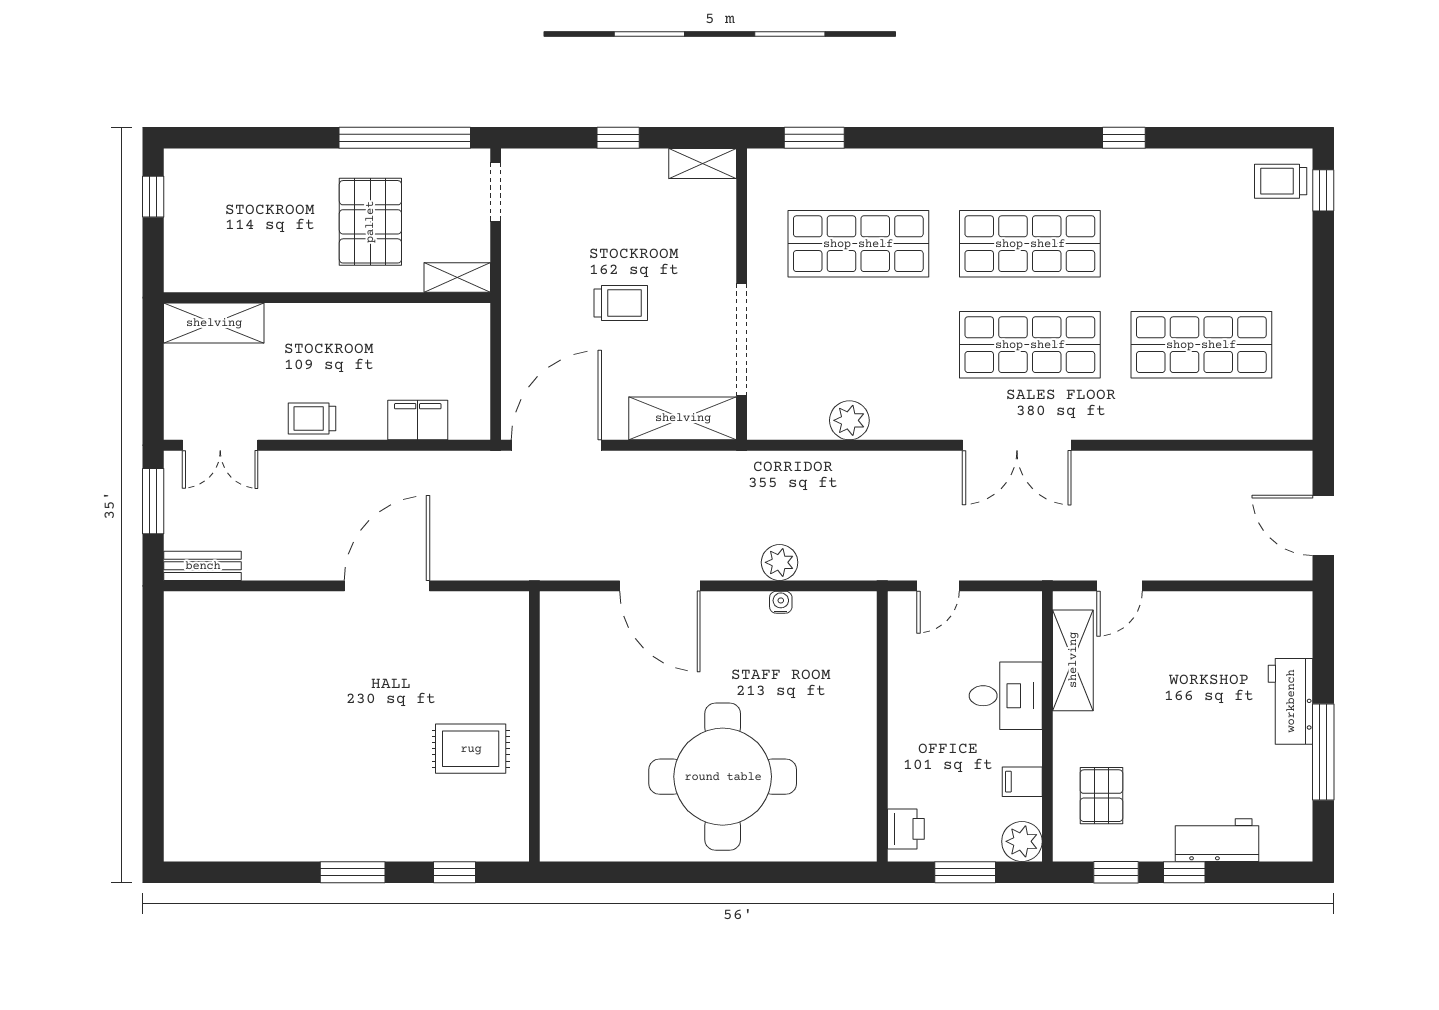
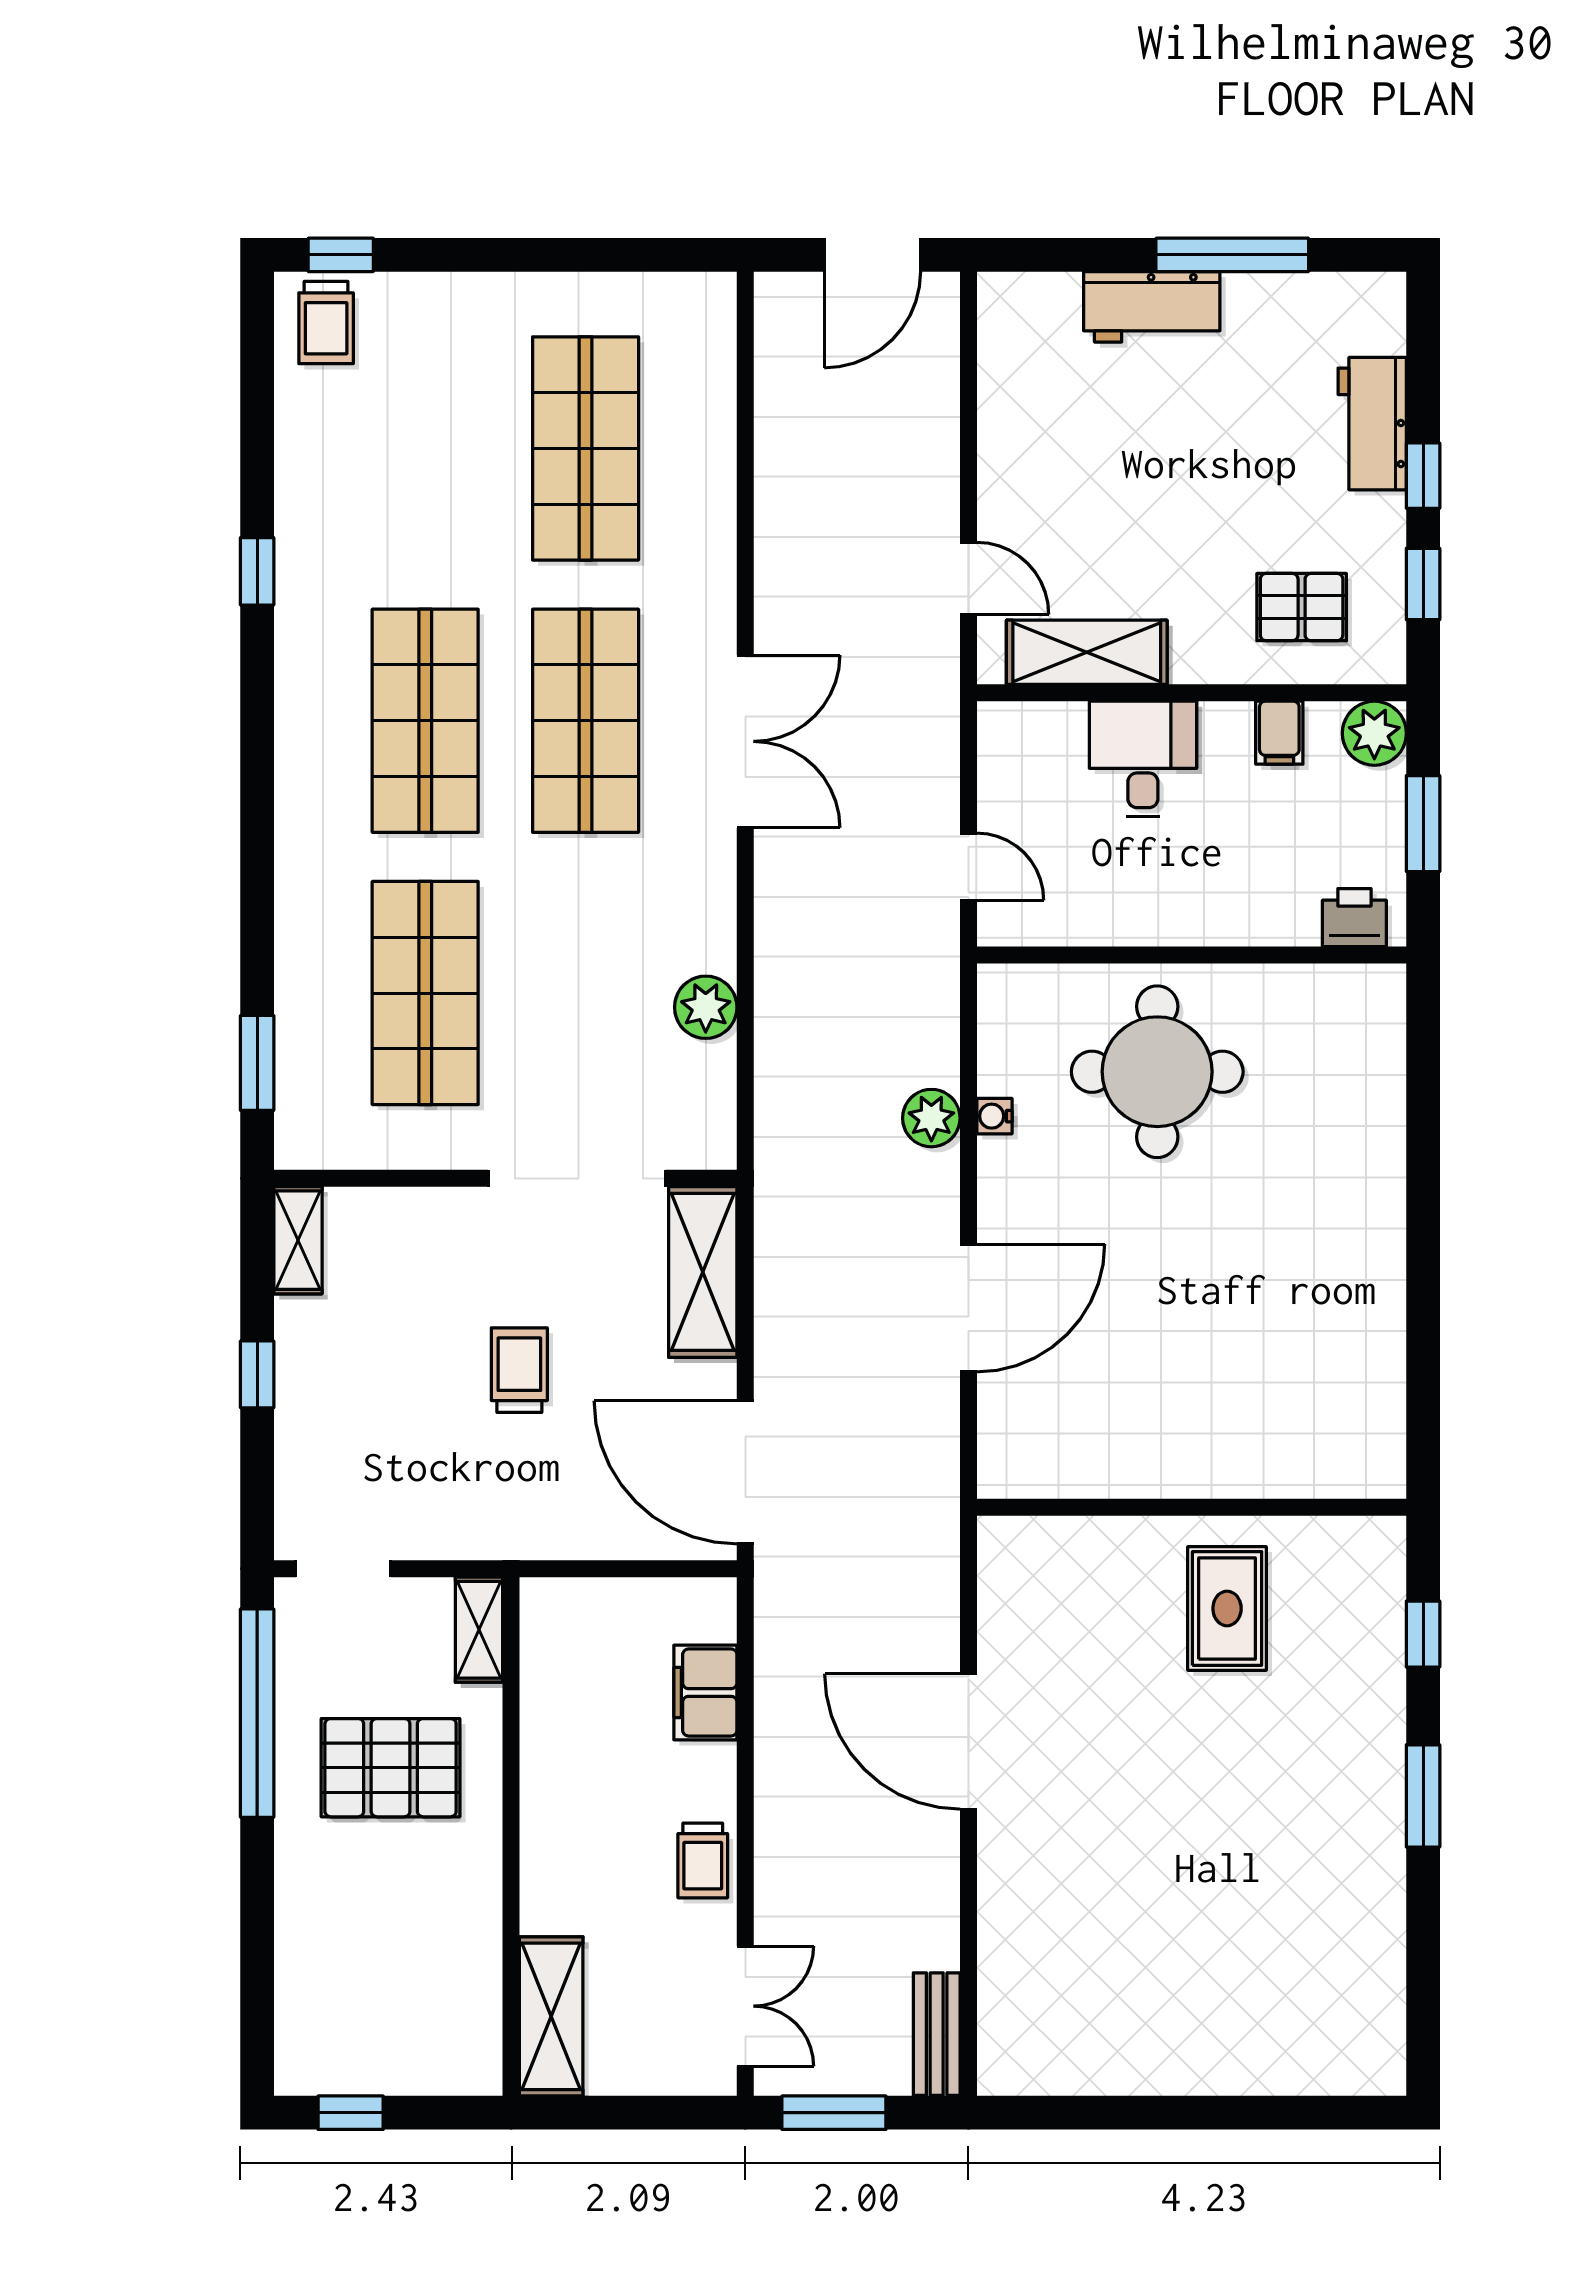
round table: (723, 777) -> (1157, 1072), moved, width x0.73, depth x0.73

